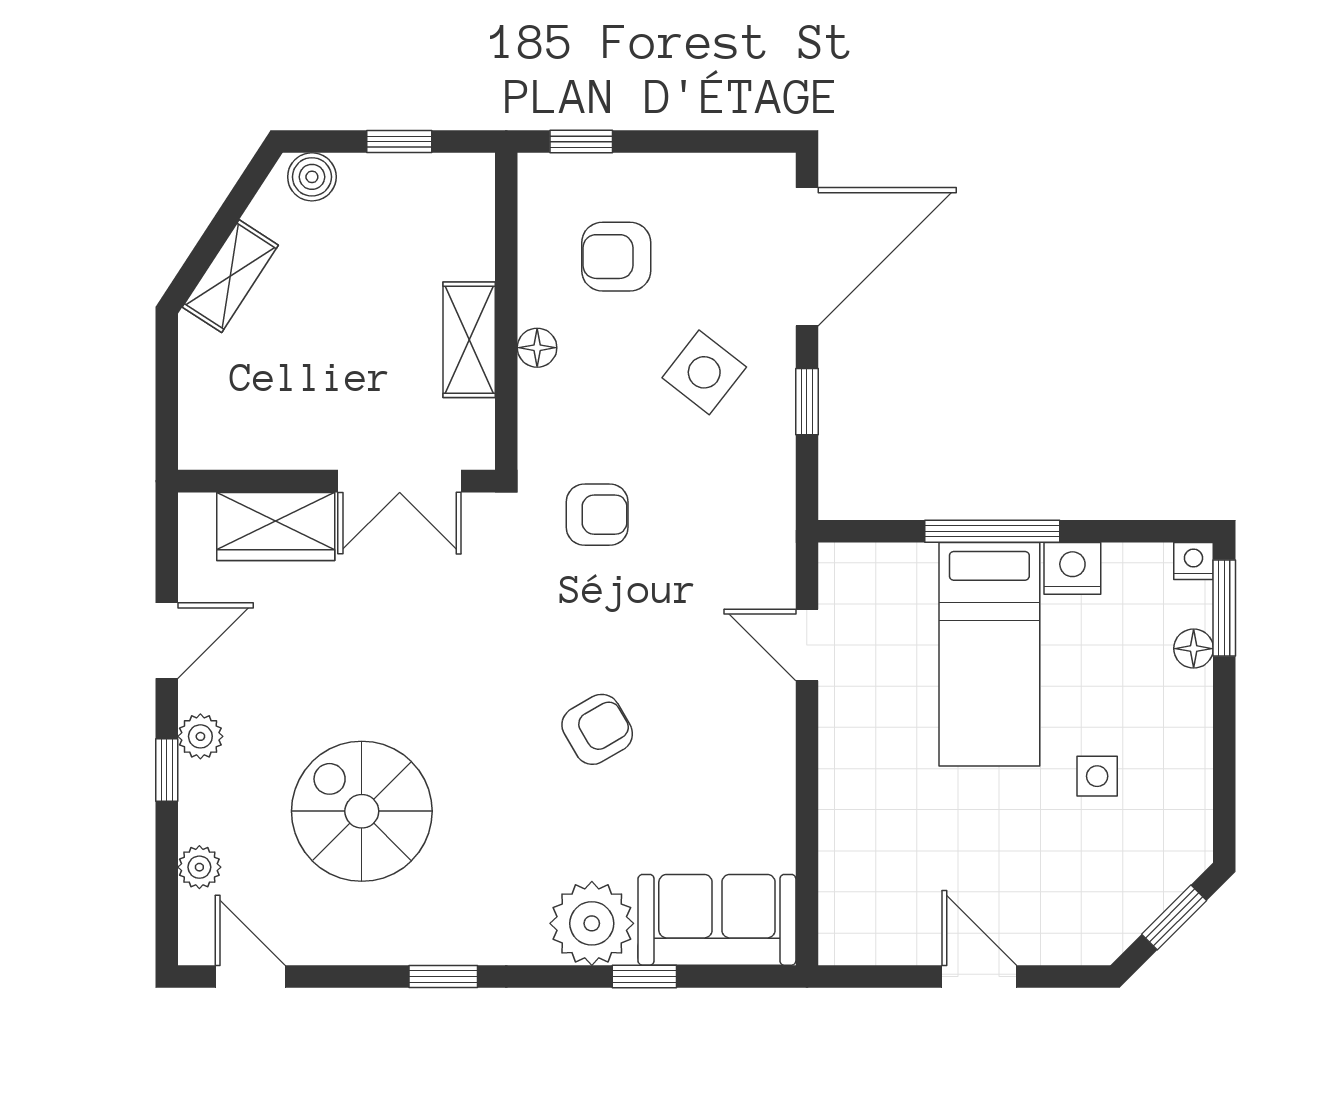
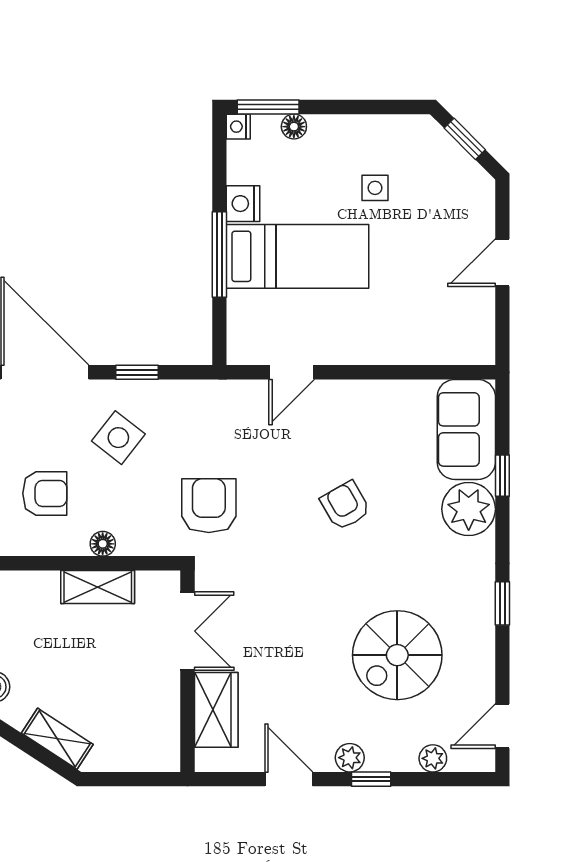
armchair: (616, 257) -> (45, 493), turned -90
armchair: (597, 515) -> (209, 506), width x1.38, depth x1.38

